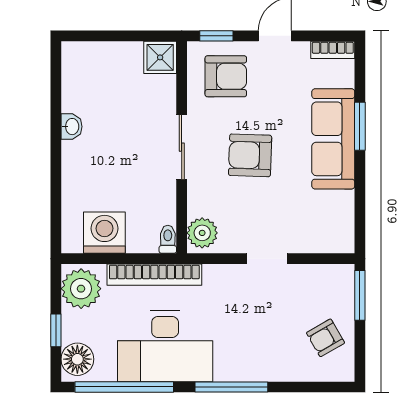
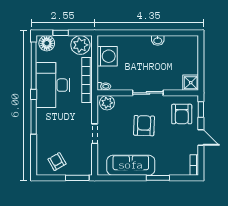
sofa: (333, 139) -> (131, 165), moved

